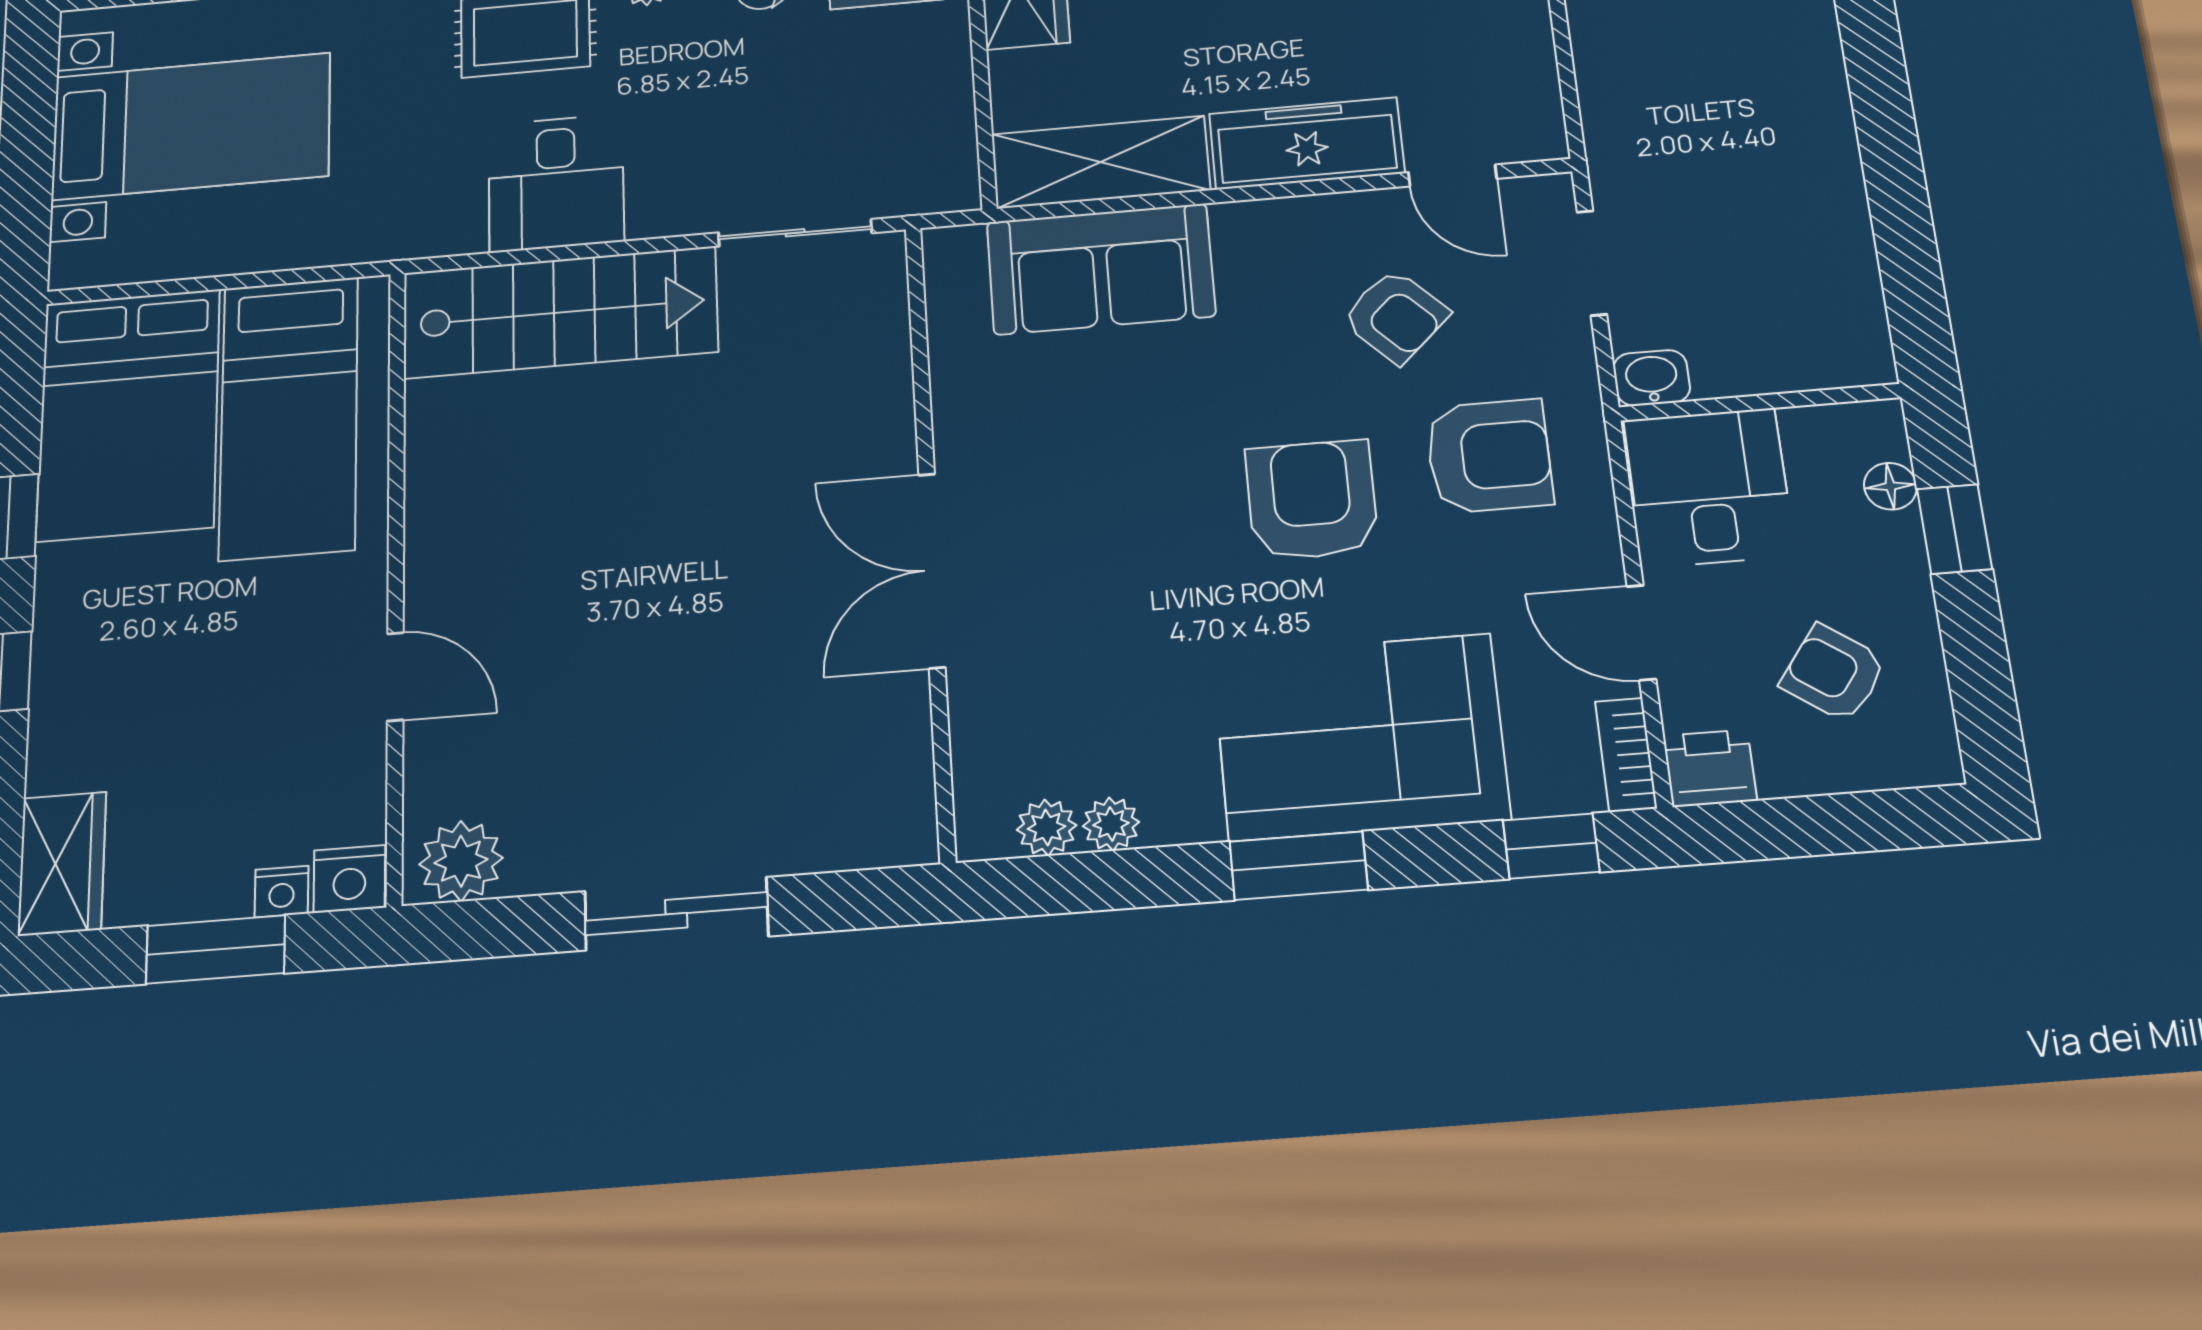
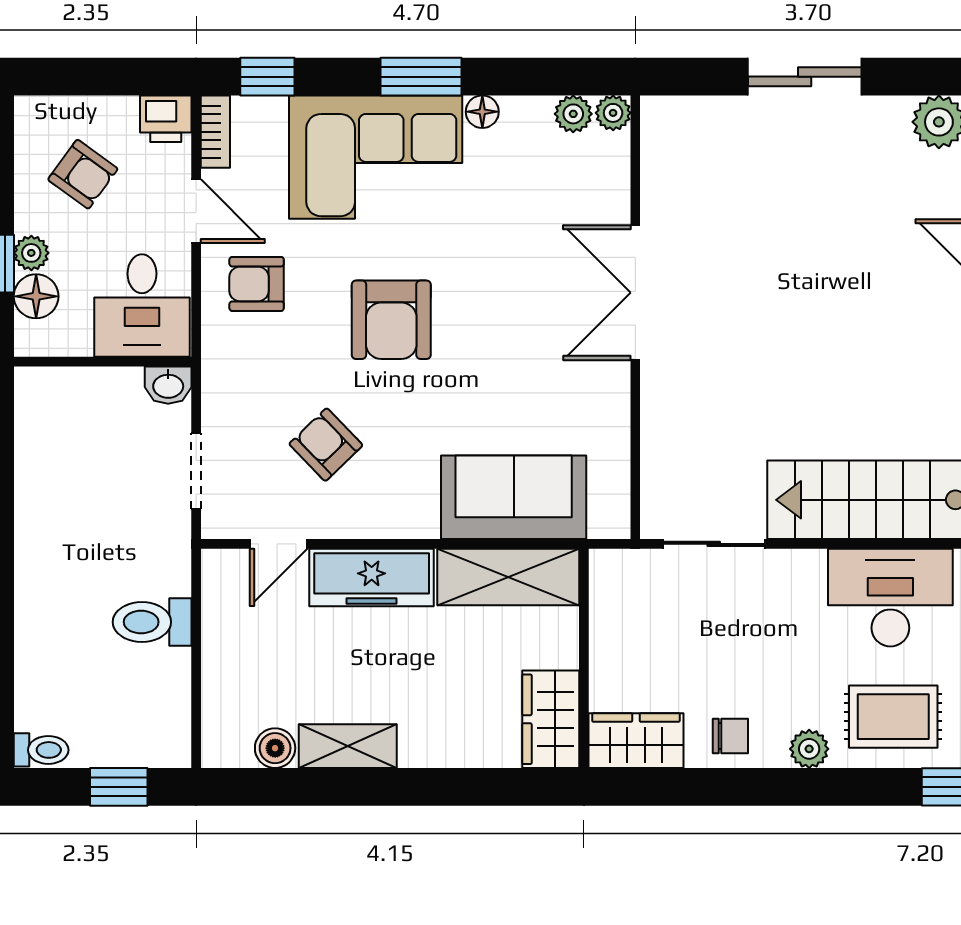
toilet: (1631, 56) -> (152, 622), added
door: (1452, 176) -> (279, 544), swing flipped
desk: (556, 183) -> (890, 598), width x1.37
armchair: (1489, 456) -> (257, 284), moved, width x0.72, depth x0.72
floor lamp: (1890, 486) -> (36, 296), width x1.37, depth x1.37
plant: (1899, 549) -> (31, 253), added
double door: (932, 570) -> (635, 293), swing flipped
floor lamp: (1194, 819) -> (482, 112), added
plant: (1111, 824) -> (613, 113), moved

